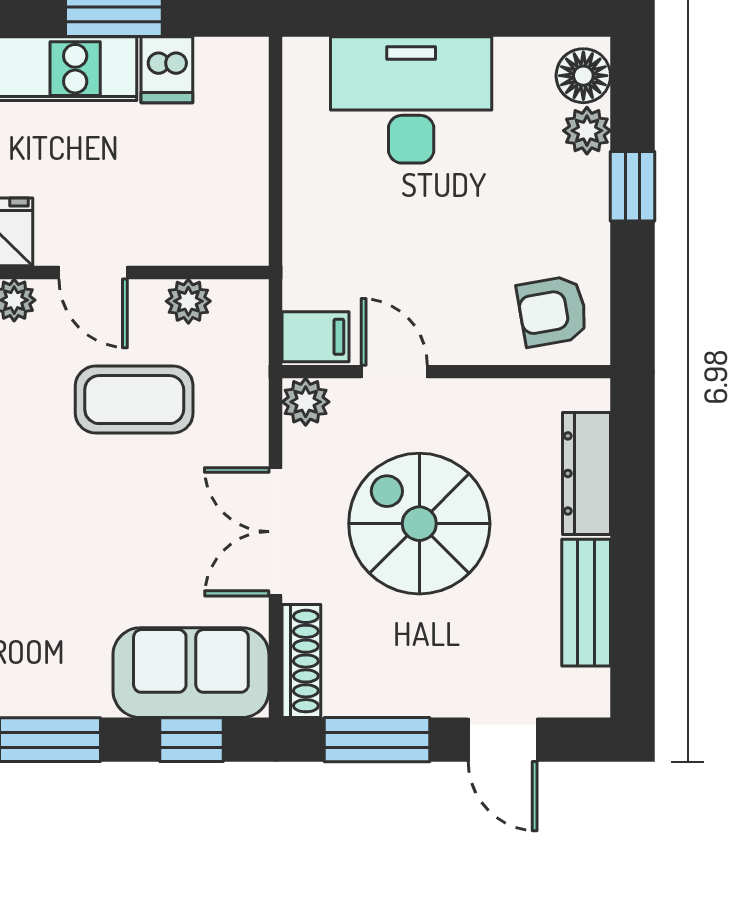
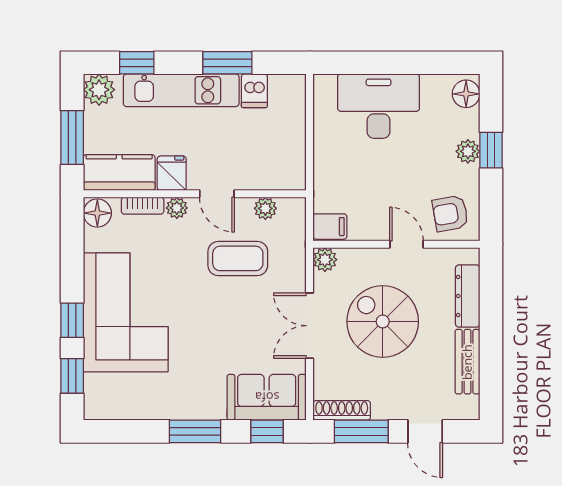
plant: (587, 131) -> (468, 151), moved
door: (394, 372) -> (406, 244), moved
shoe rack: (301, 661) -> (342, 410), moved, turned -90

